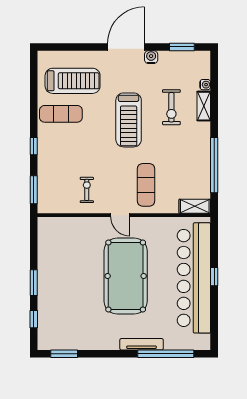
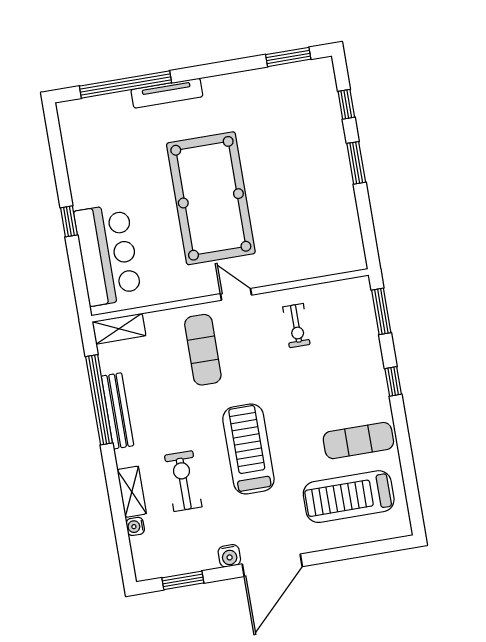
bench: (204, 157) -> (118, 411), added
bar counter: (194, 278) -> (108, 255), width x0.54

